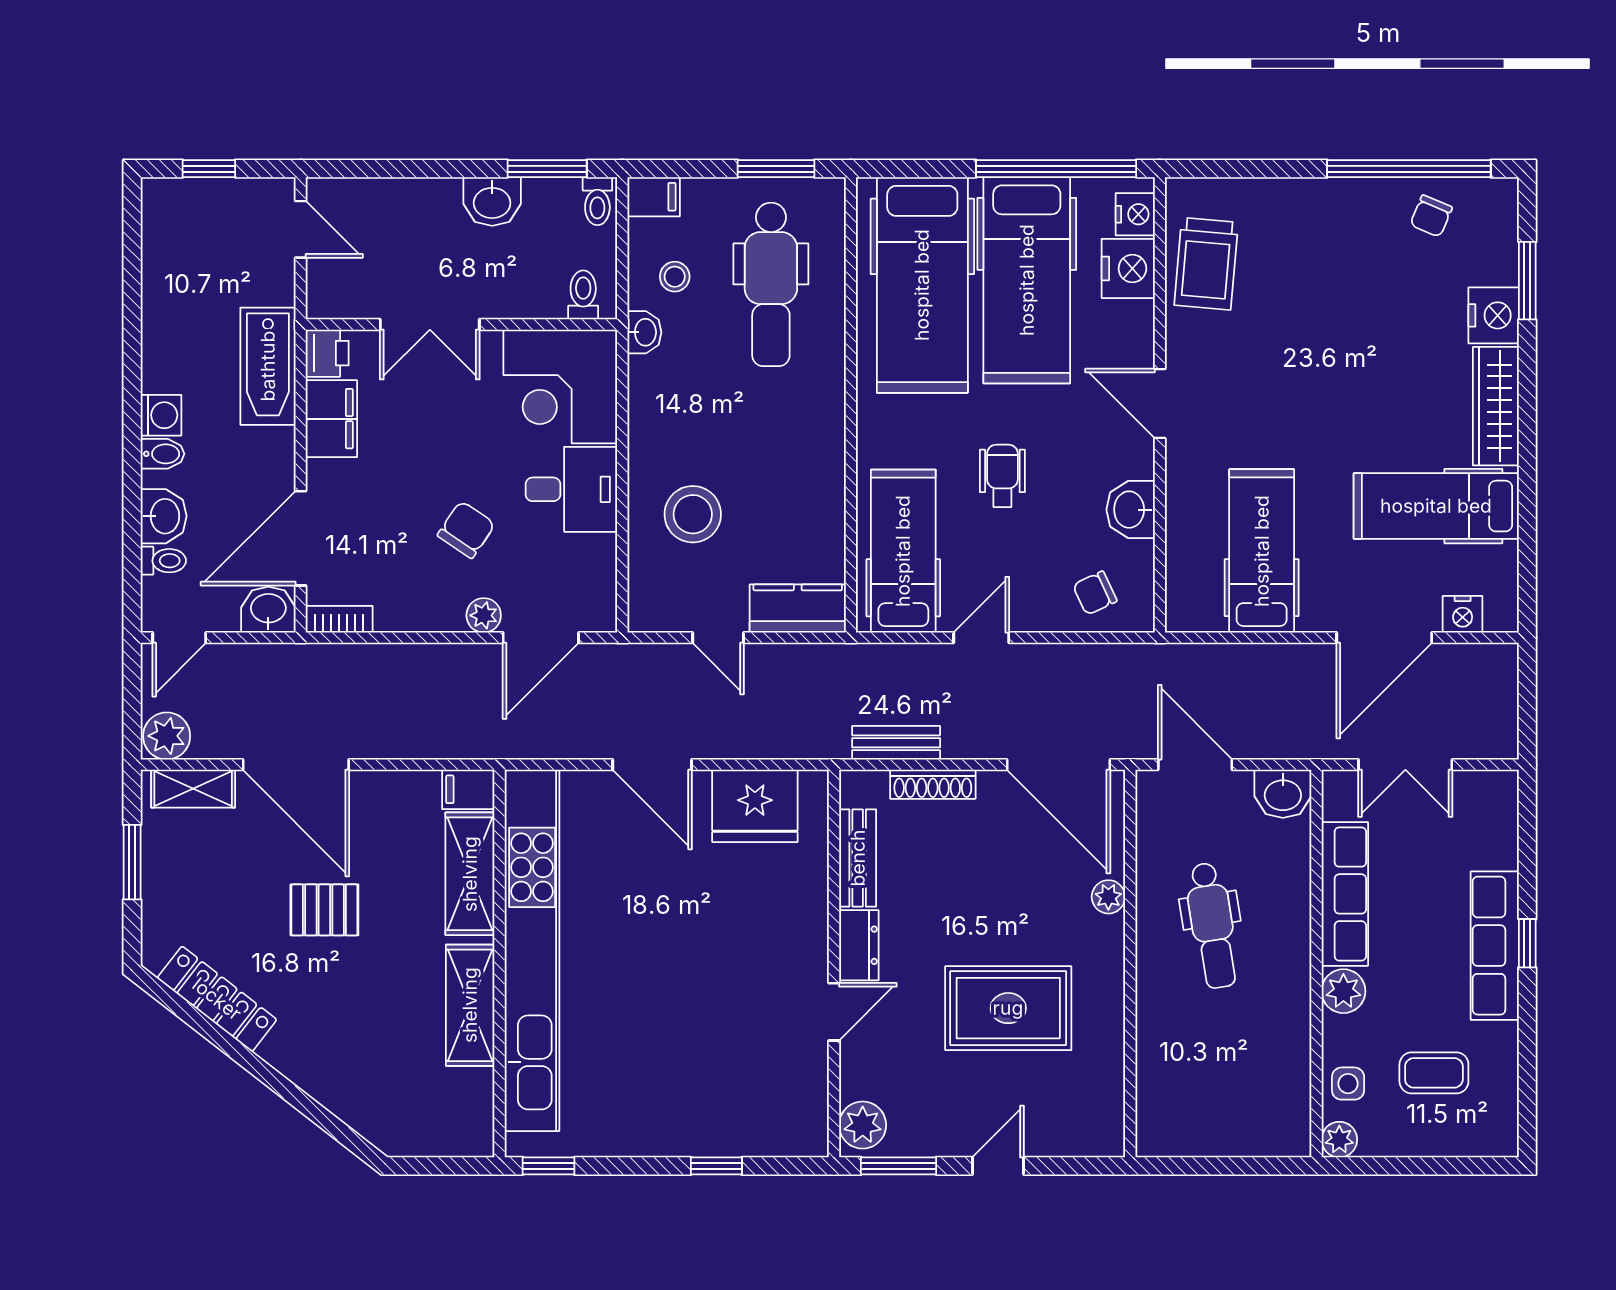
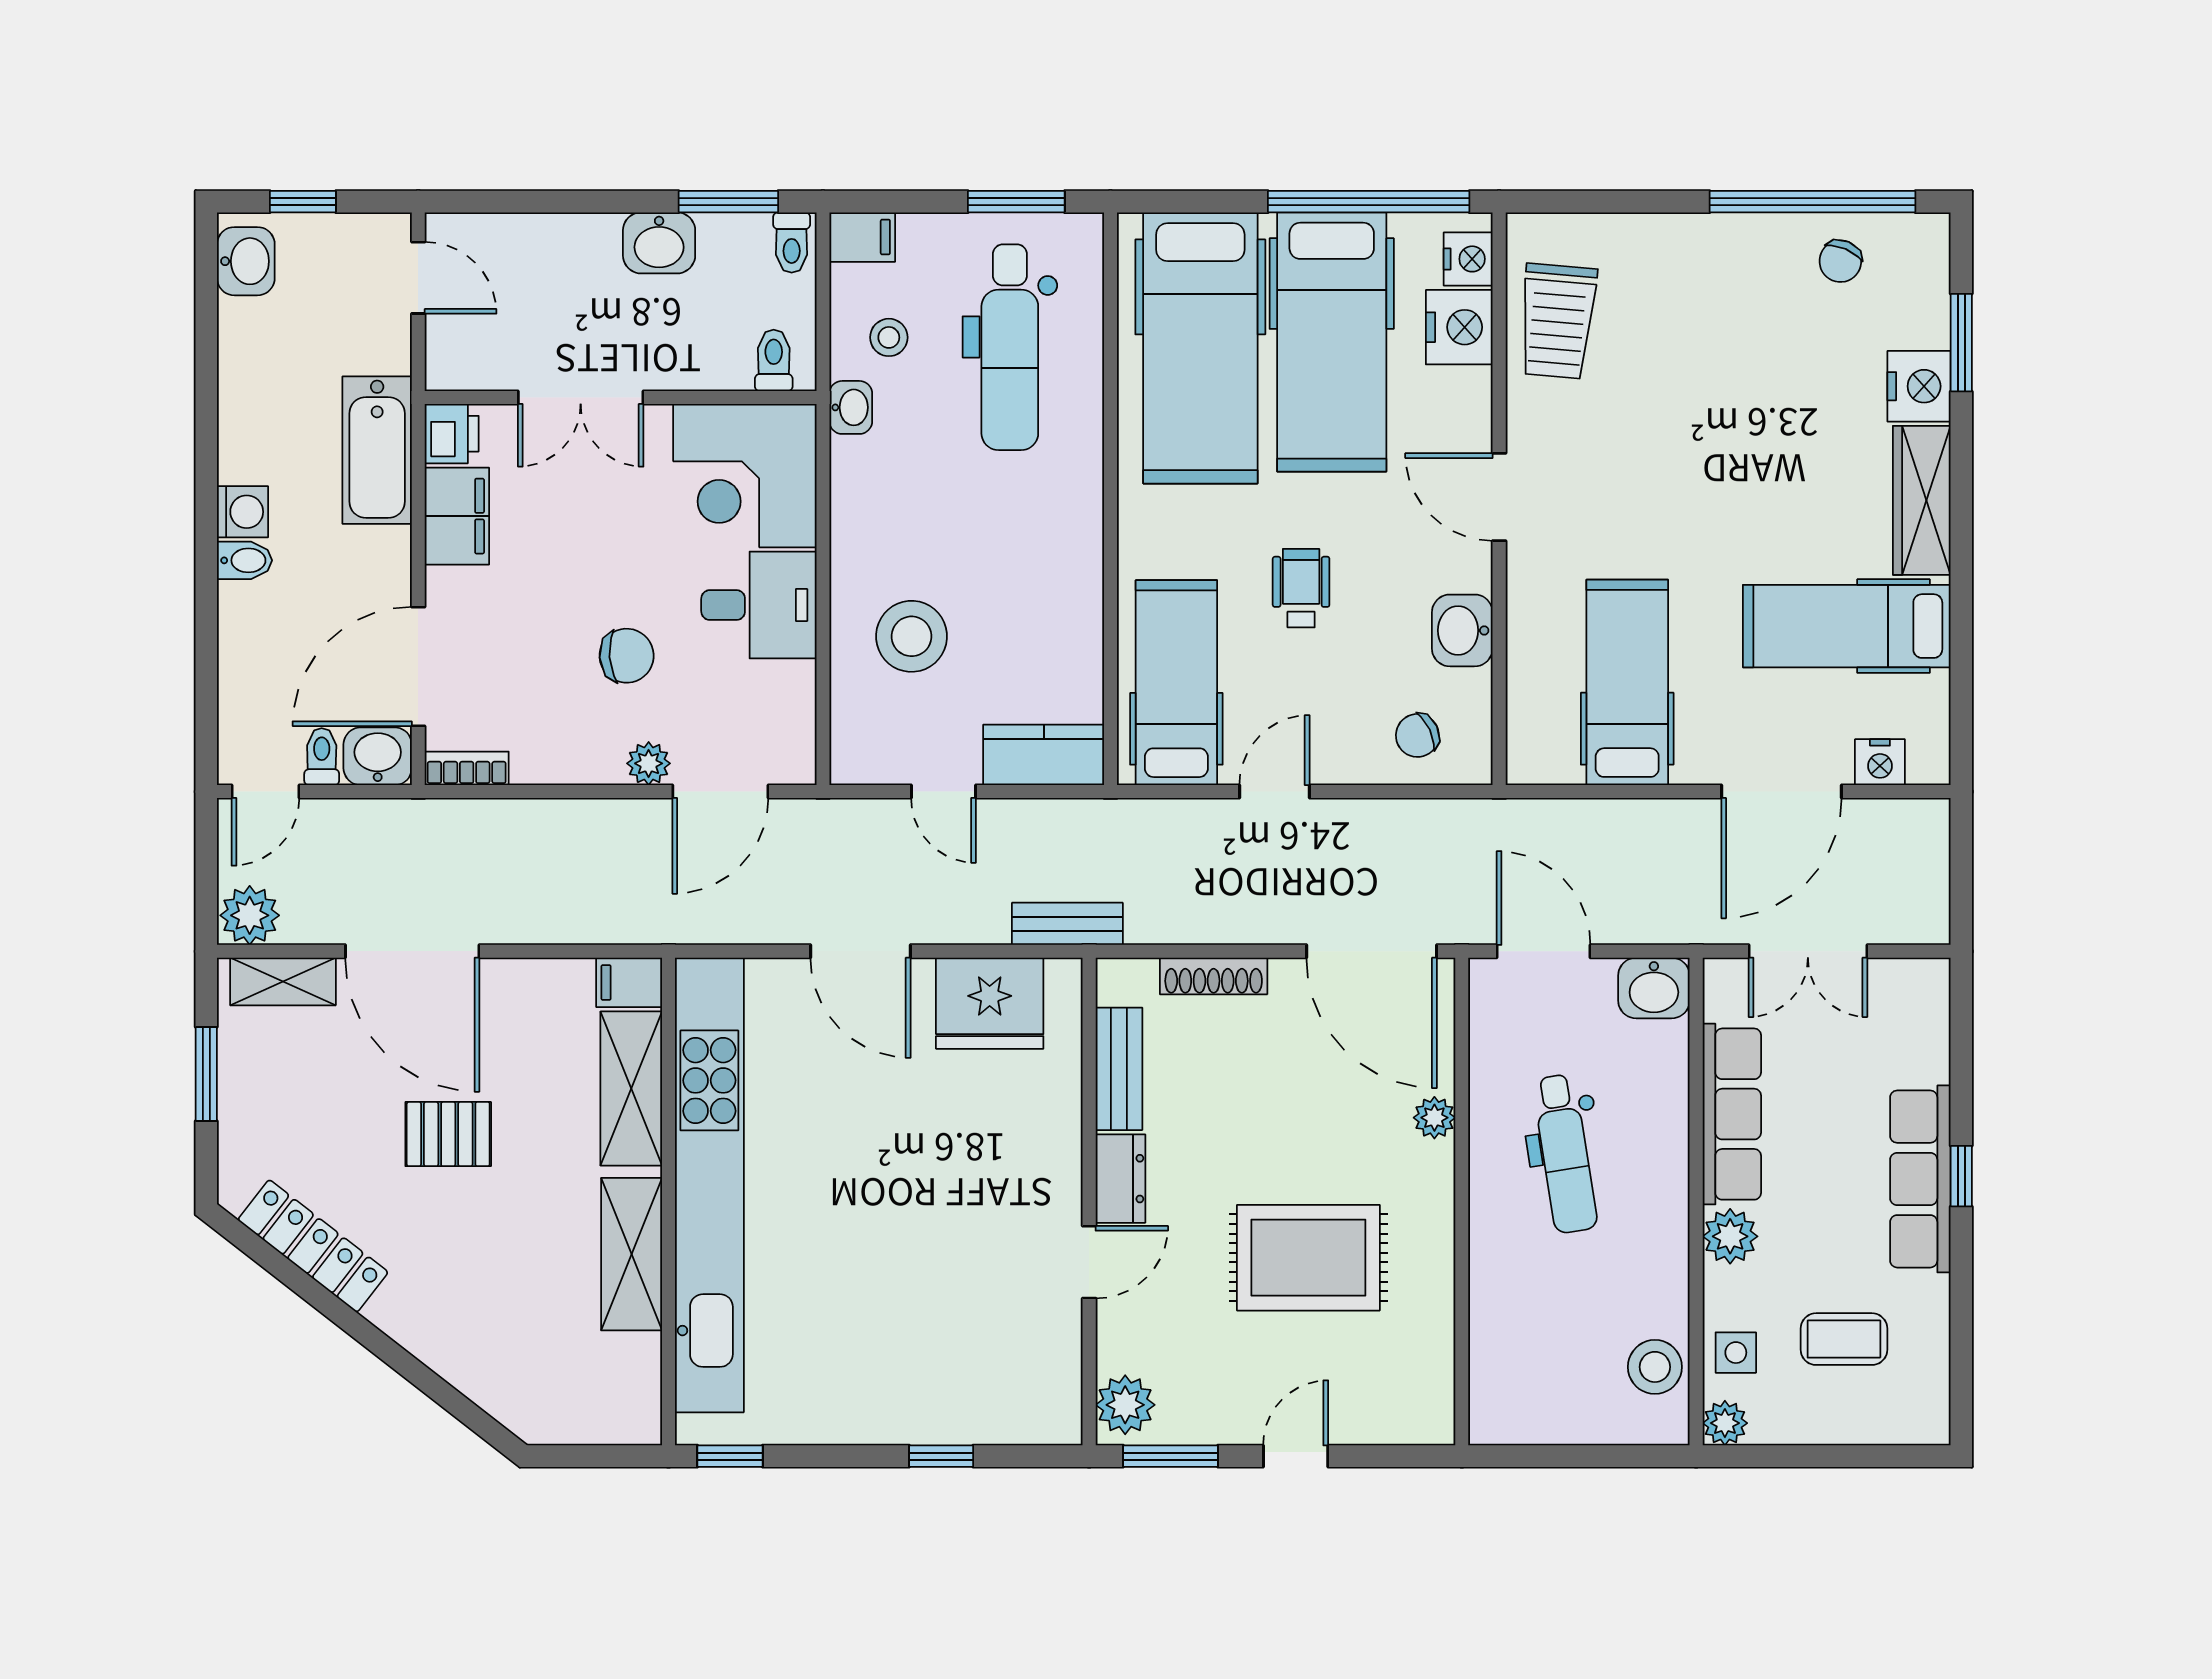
washbasin: (164, 516) -> (246, 261), moved
chair: (466, 530) -> (627, 656), turned 52
toilet: (163, 561) -> (322, 757), moved, turned -90
bench: (896, 743) -> (1067, 924), moved
stool: (1284, 1095) -> (1655, 1367), added

